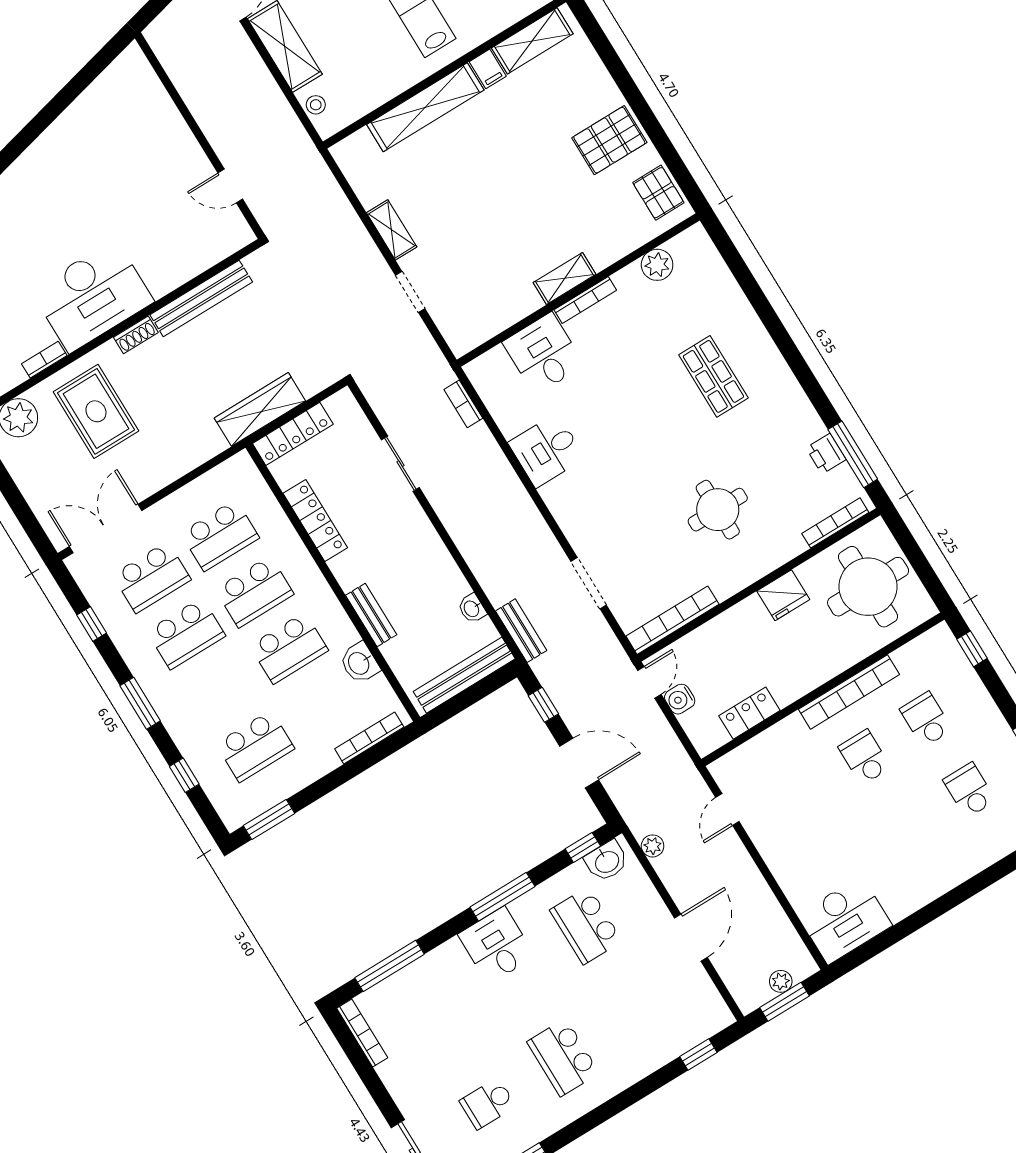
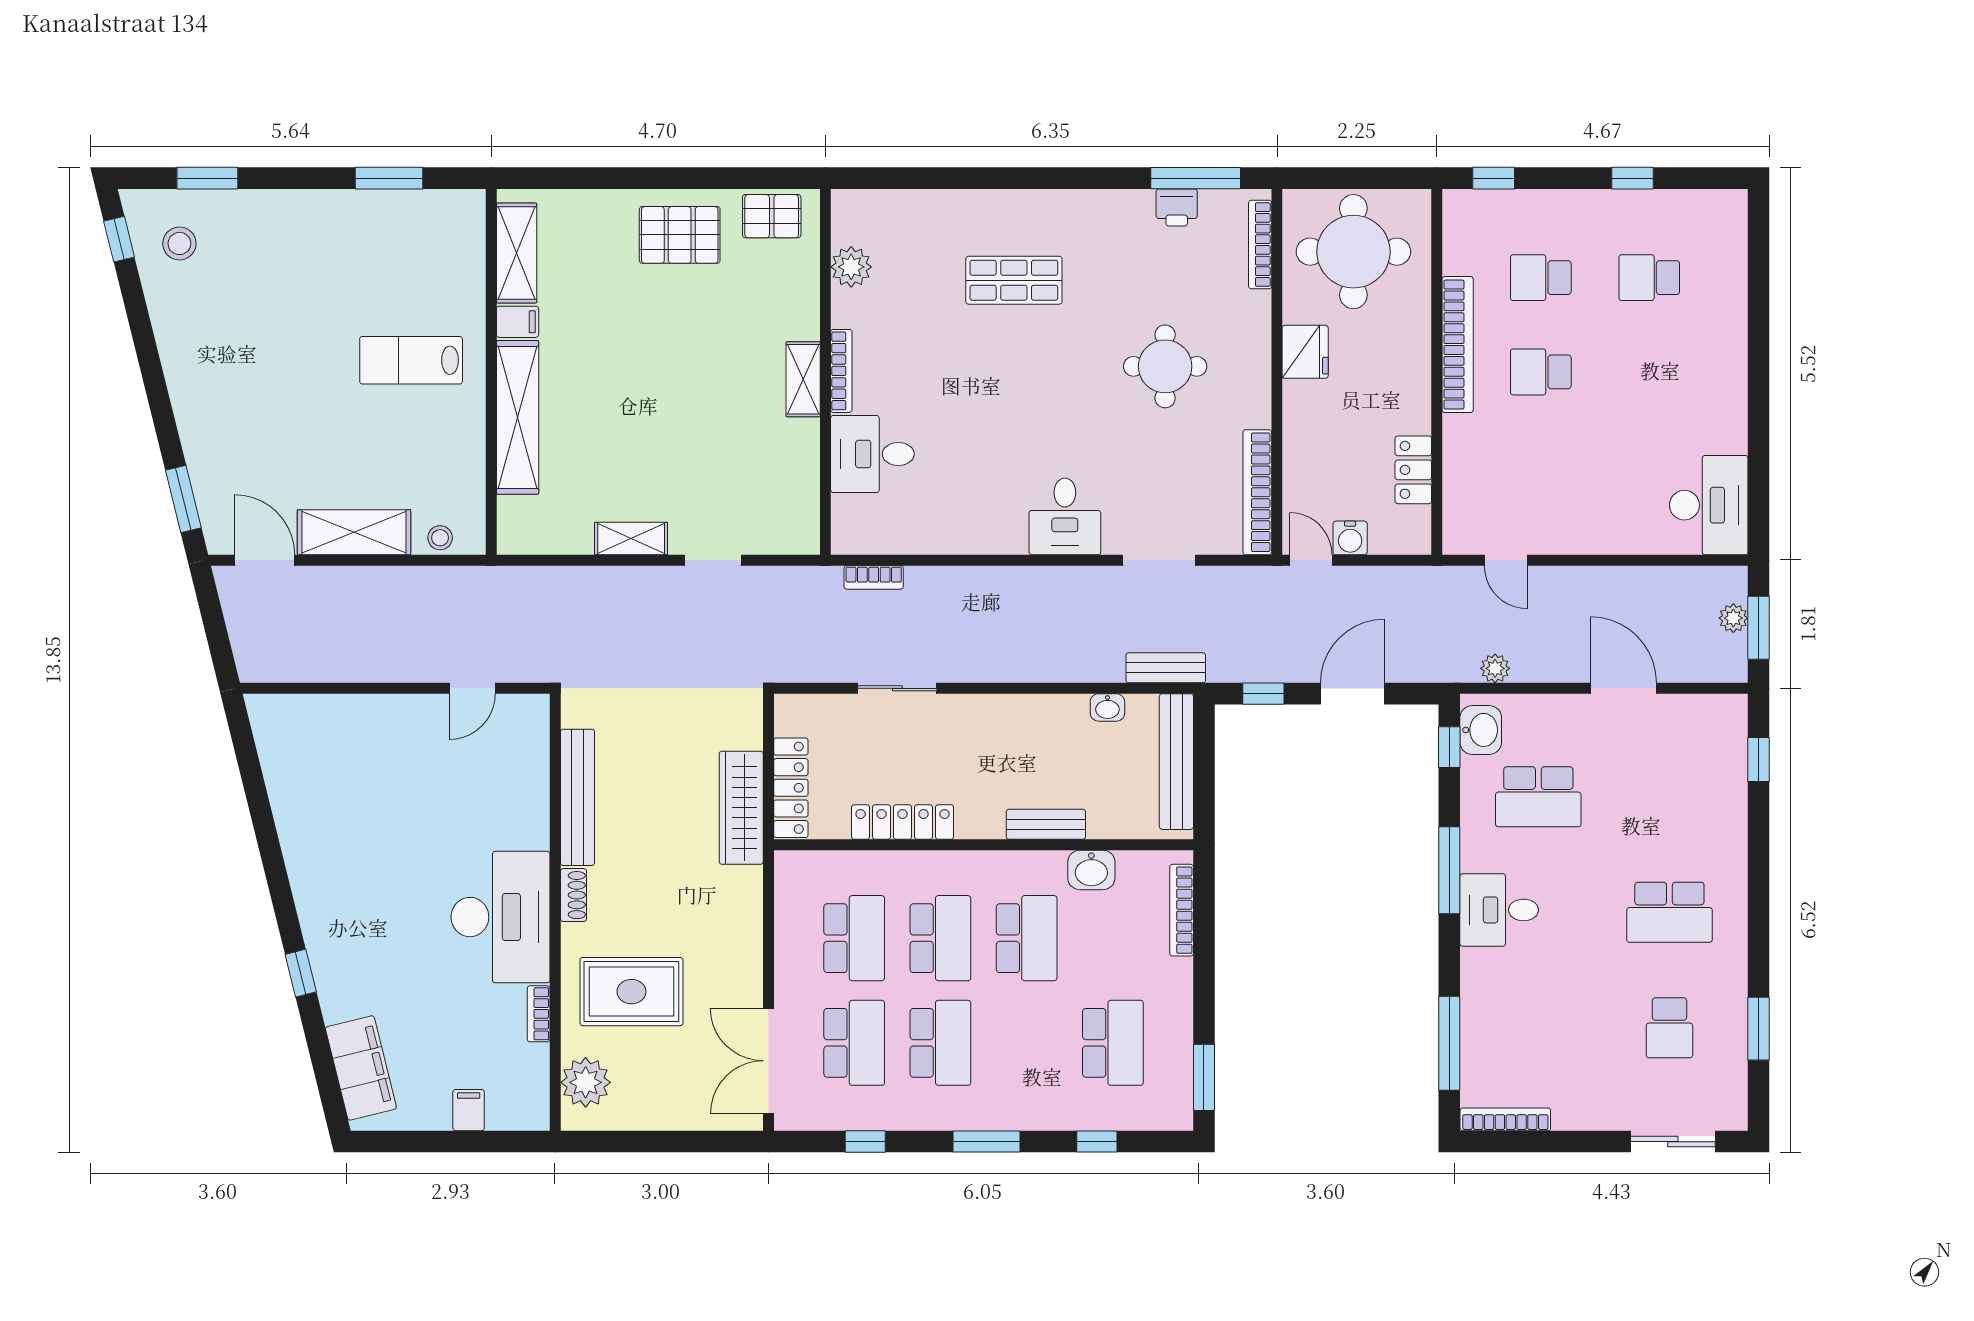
pallet: (609, 140) -> (680, 235), turned 90
desk: (547, 450) -> (1065, 516), moved

